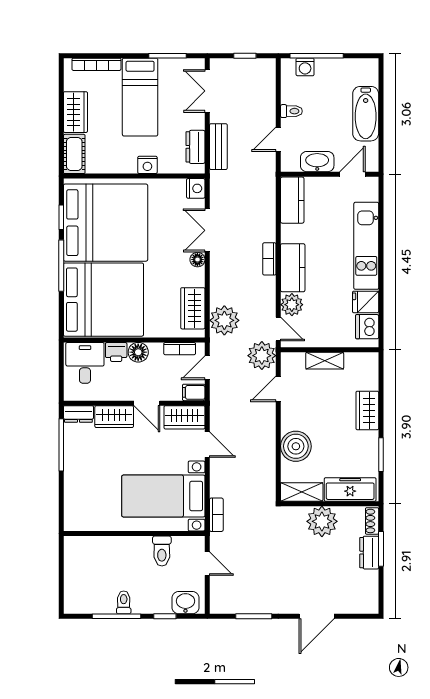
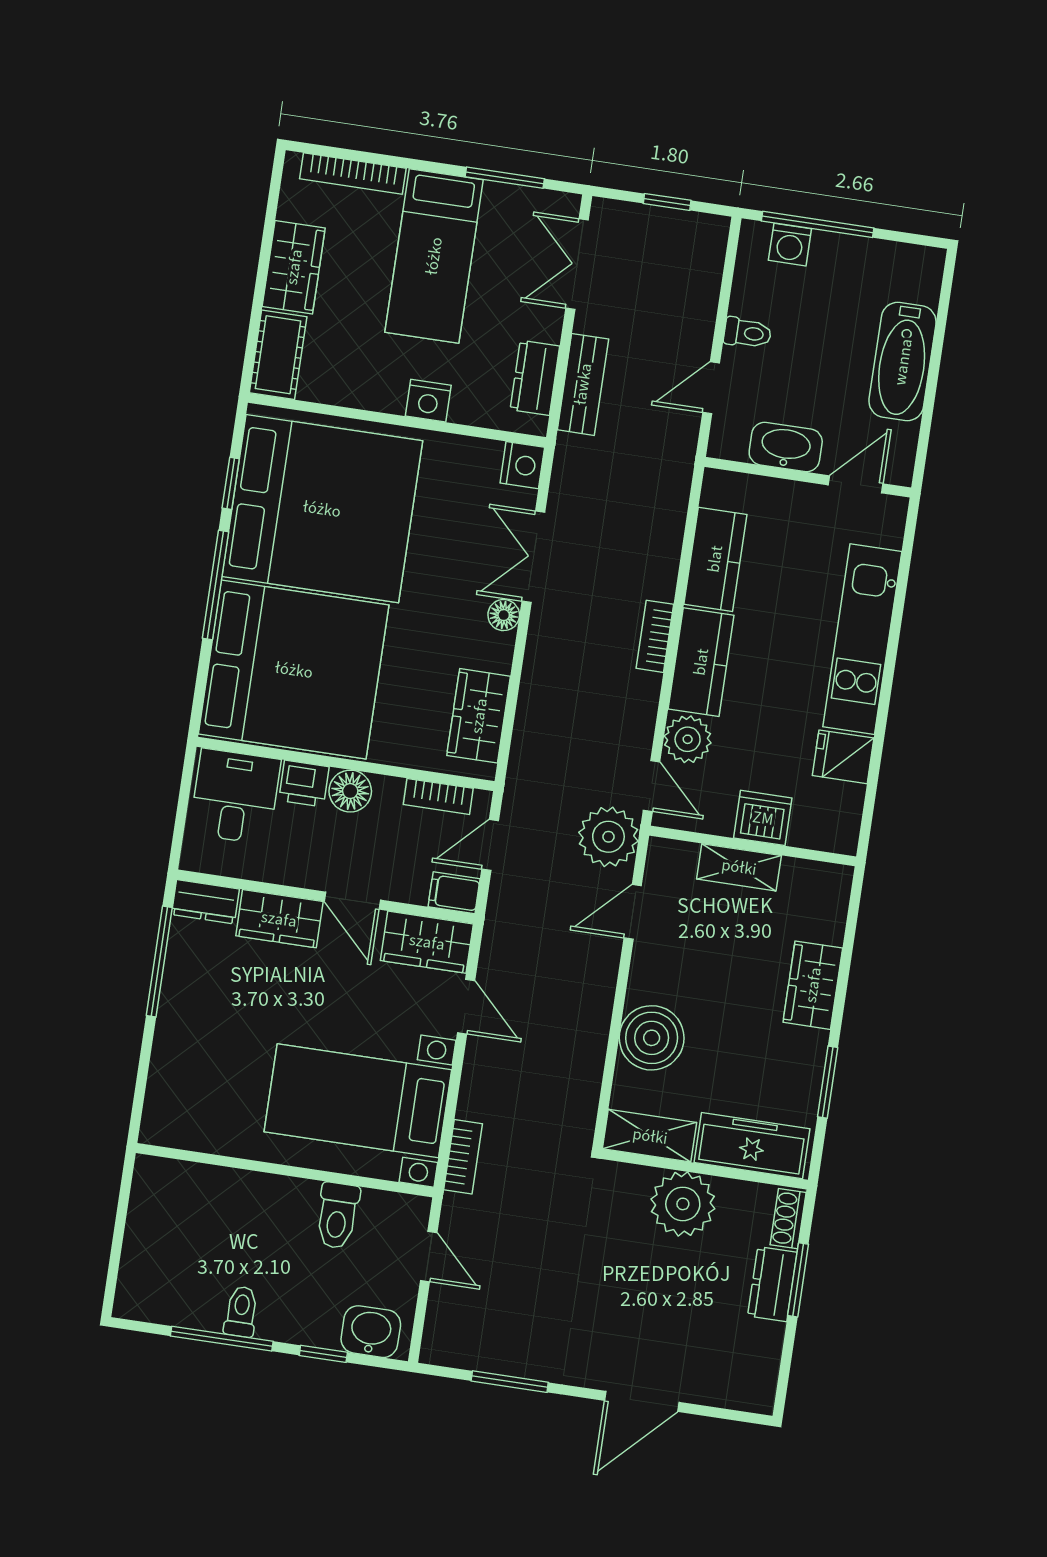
kitchen counter: (292, 200) -> (715, 559), moved
plant: (224, 320) -> (541, 751), removed
dishwasher: (367, 327) -> (763, 818), moved, turned 90

